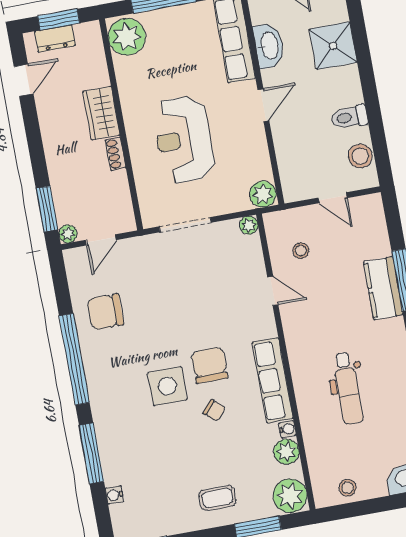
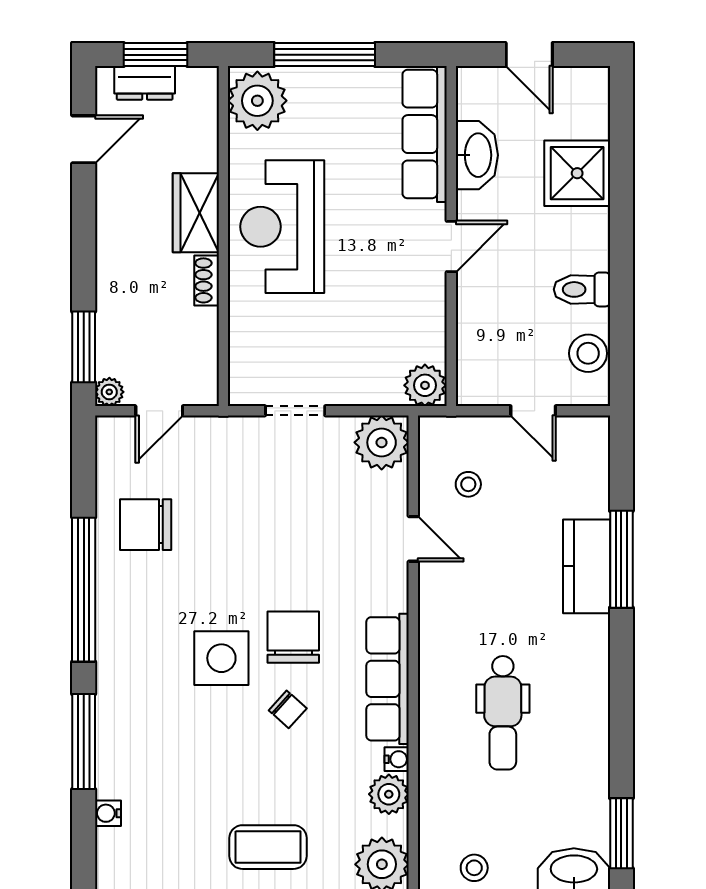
reception desk: (184, 139) -> (282, 227), moved
doorway: (185, 225) -> (295, 411), width x0.73
plant: (249, 225) -> (382, 442), width x1.87, depth x1.87
coffee table: (217, 498) -> (268, 847), width x1.36, depth x1.30

